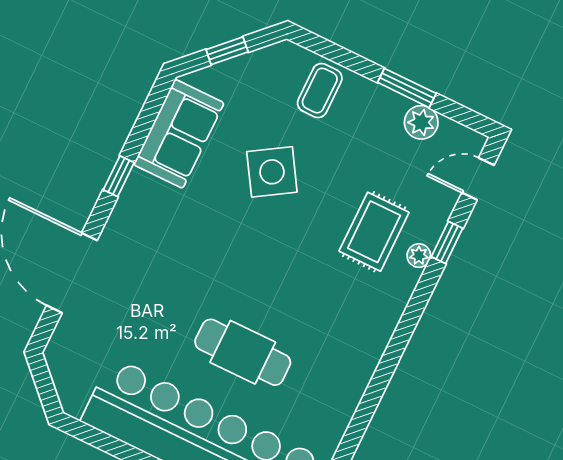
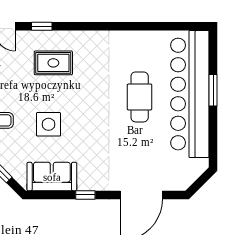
side table: (272, 172) -> (49, 124), turned 32
plant: (419, 256) -> (54, 37), removed

